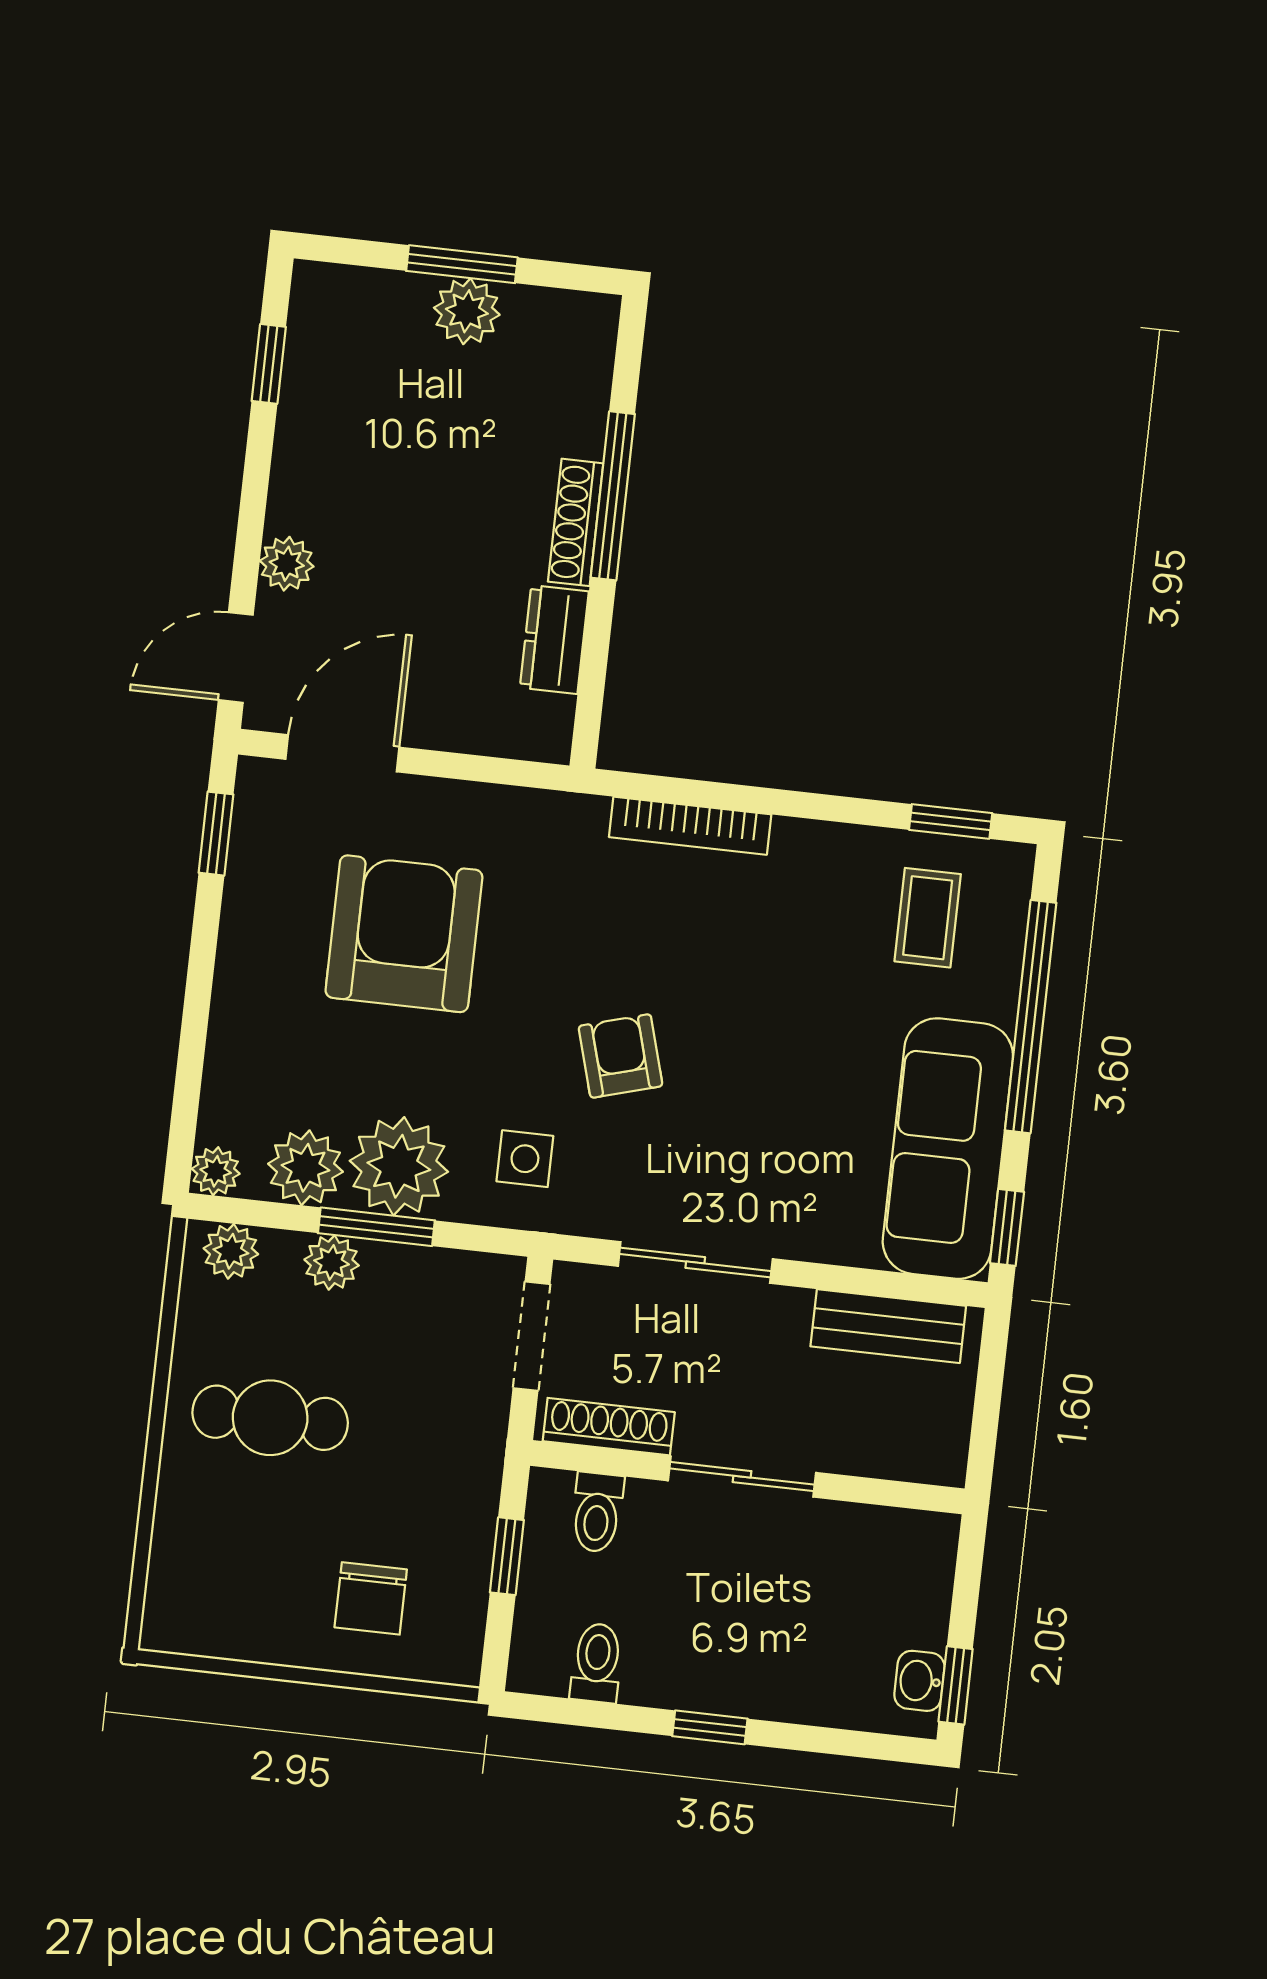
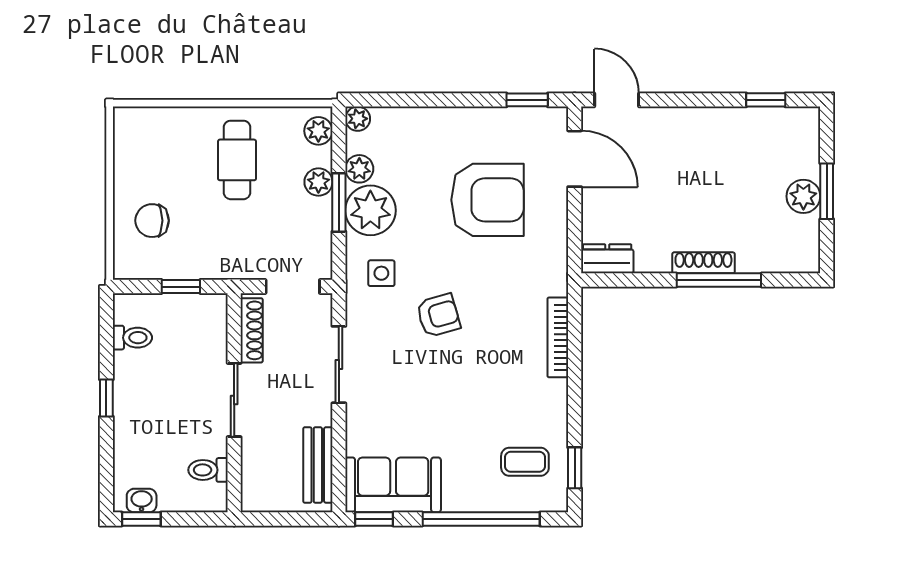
plant: (287, 564) -> (667, 120), removed
dresser: (554, 639) -> (607, 259), moved
sofa: (948, 1149) -> (393, 485), width x0.73
plant: (305, 1168) -> (359, 169), width x0.73, depth x0.73
toilet: (597, 1512) -> (208, 470), moved

